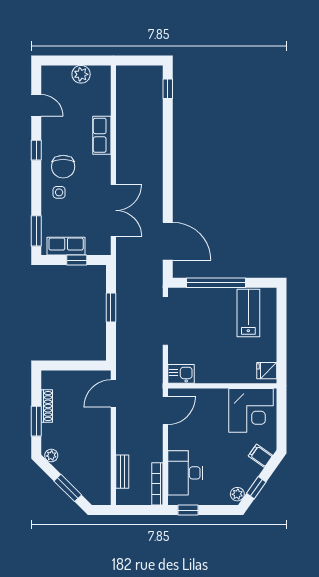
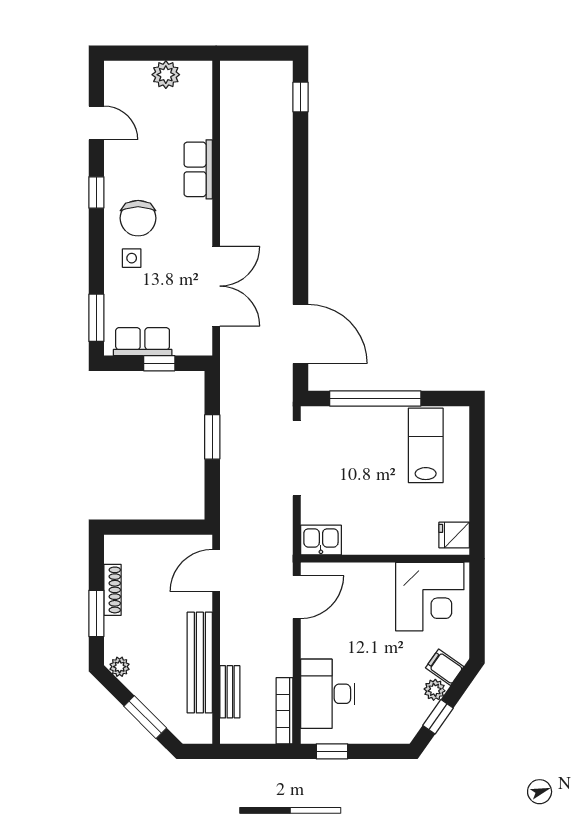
bench: (103, 453) -> (200, 663), added
plant: (237, 494) -> (435, 690), moved

